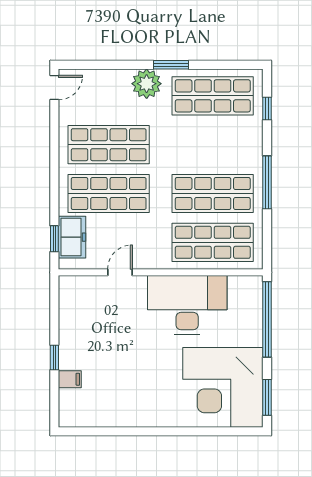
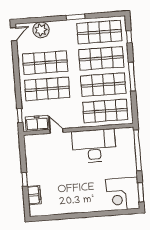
plant: (147, 84) -> (41, 30), moved
shop shelf: (213, 145) -> (101, 58), added
freezer: (72, 237) -> (37, 123), moved, turned -90
door: (120, 272) -> (56, 131), hinge flipped
filing cabinet: (70, 379) -> (34, 195), width x2.00
corner desk: (223, 387) -> (123, 194), width x0.74, depth x0.74

